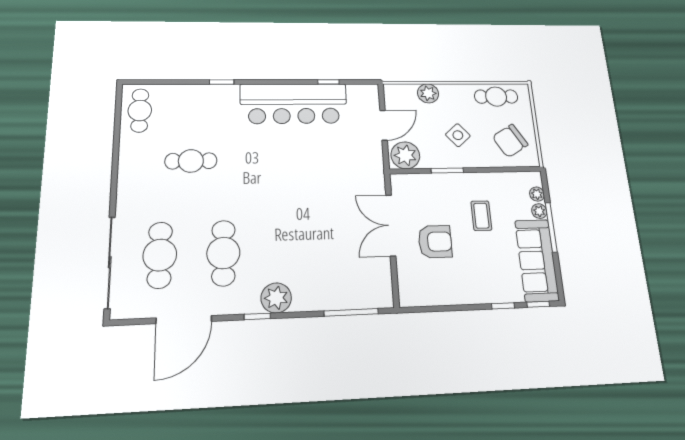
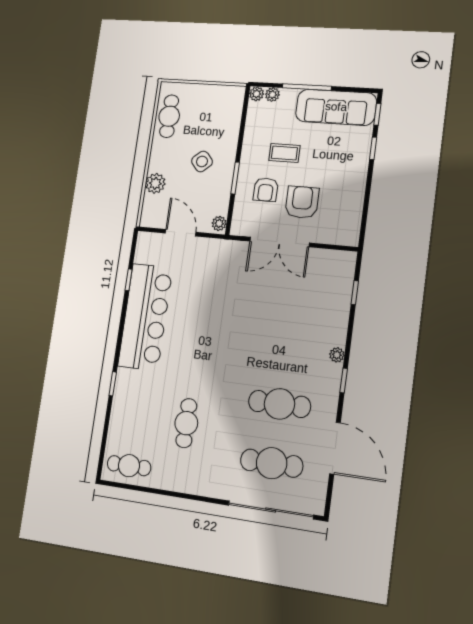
chair: (510, 141) -> (216, 111), removed
plant: (405, 155) -> (219, 223), width x0.53, depth x0.53
armchair: (441, 203) -> (266, 190), added
plant: (539, 211) -> (257, 94), moved
plant: (276, 298) -> (337, 355), width x0.53, depth x0.53
window: (351, 312) -> (355, 293), width x0.46

